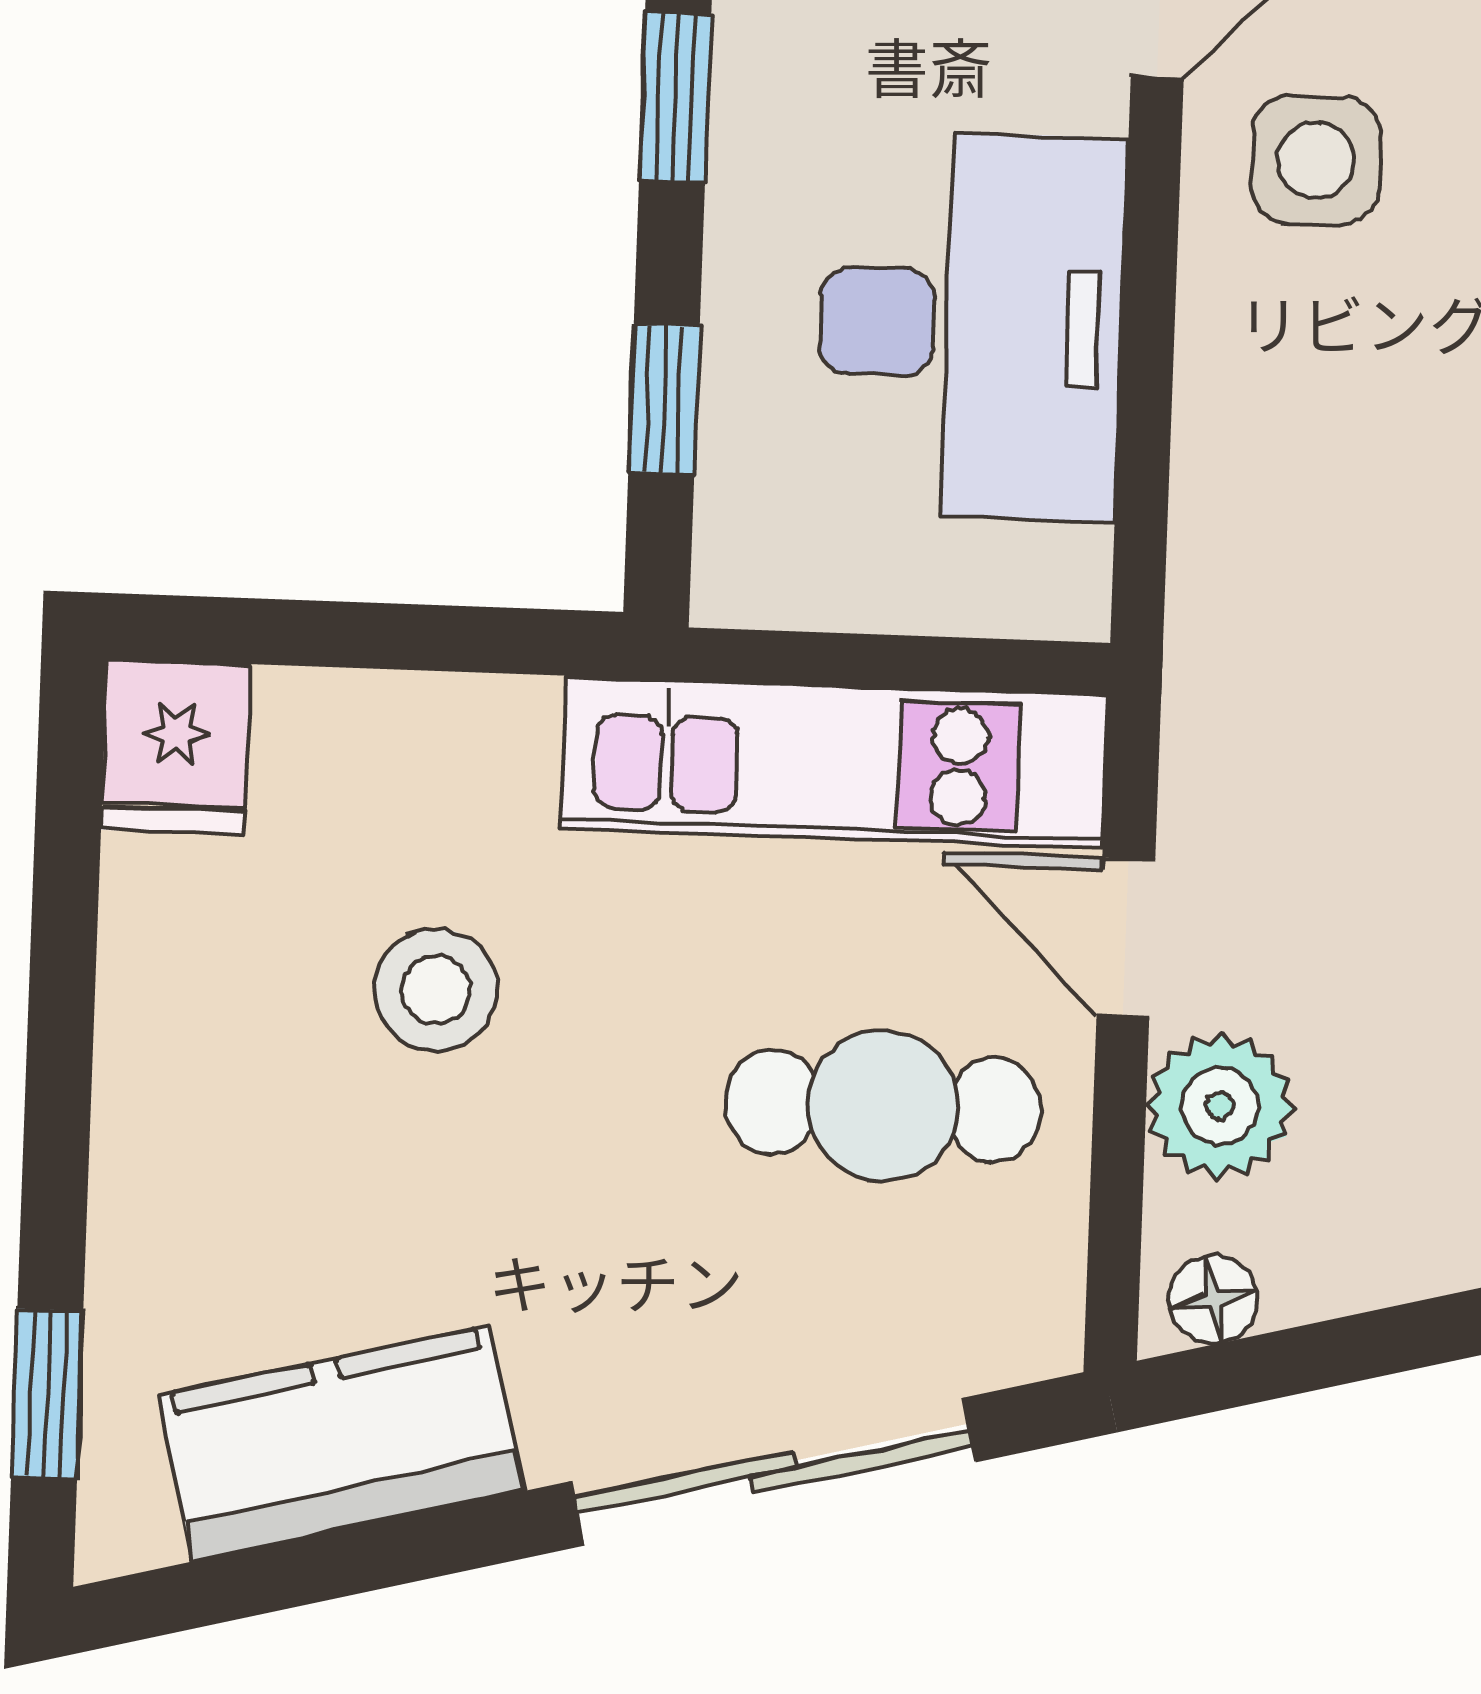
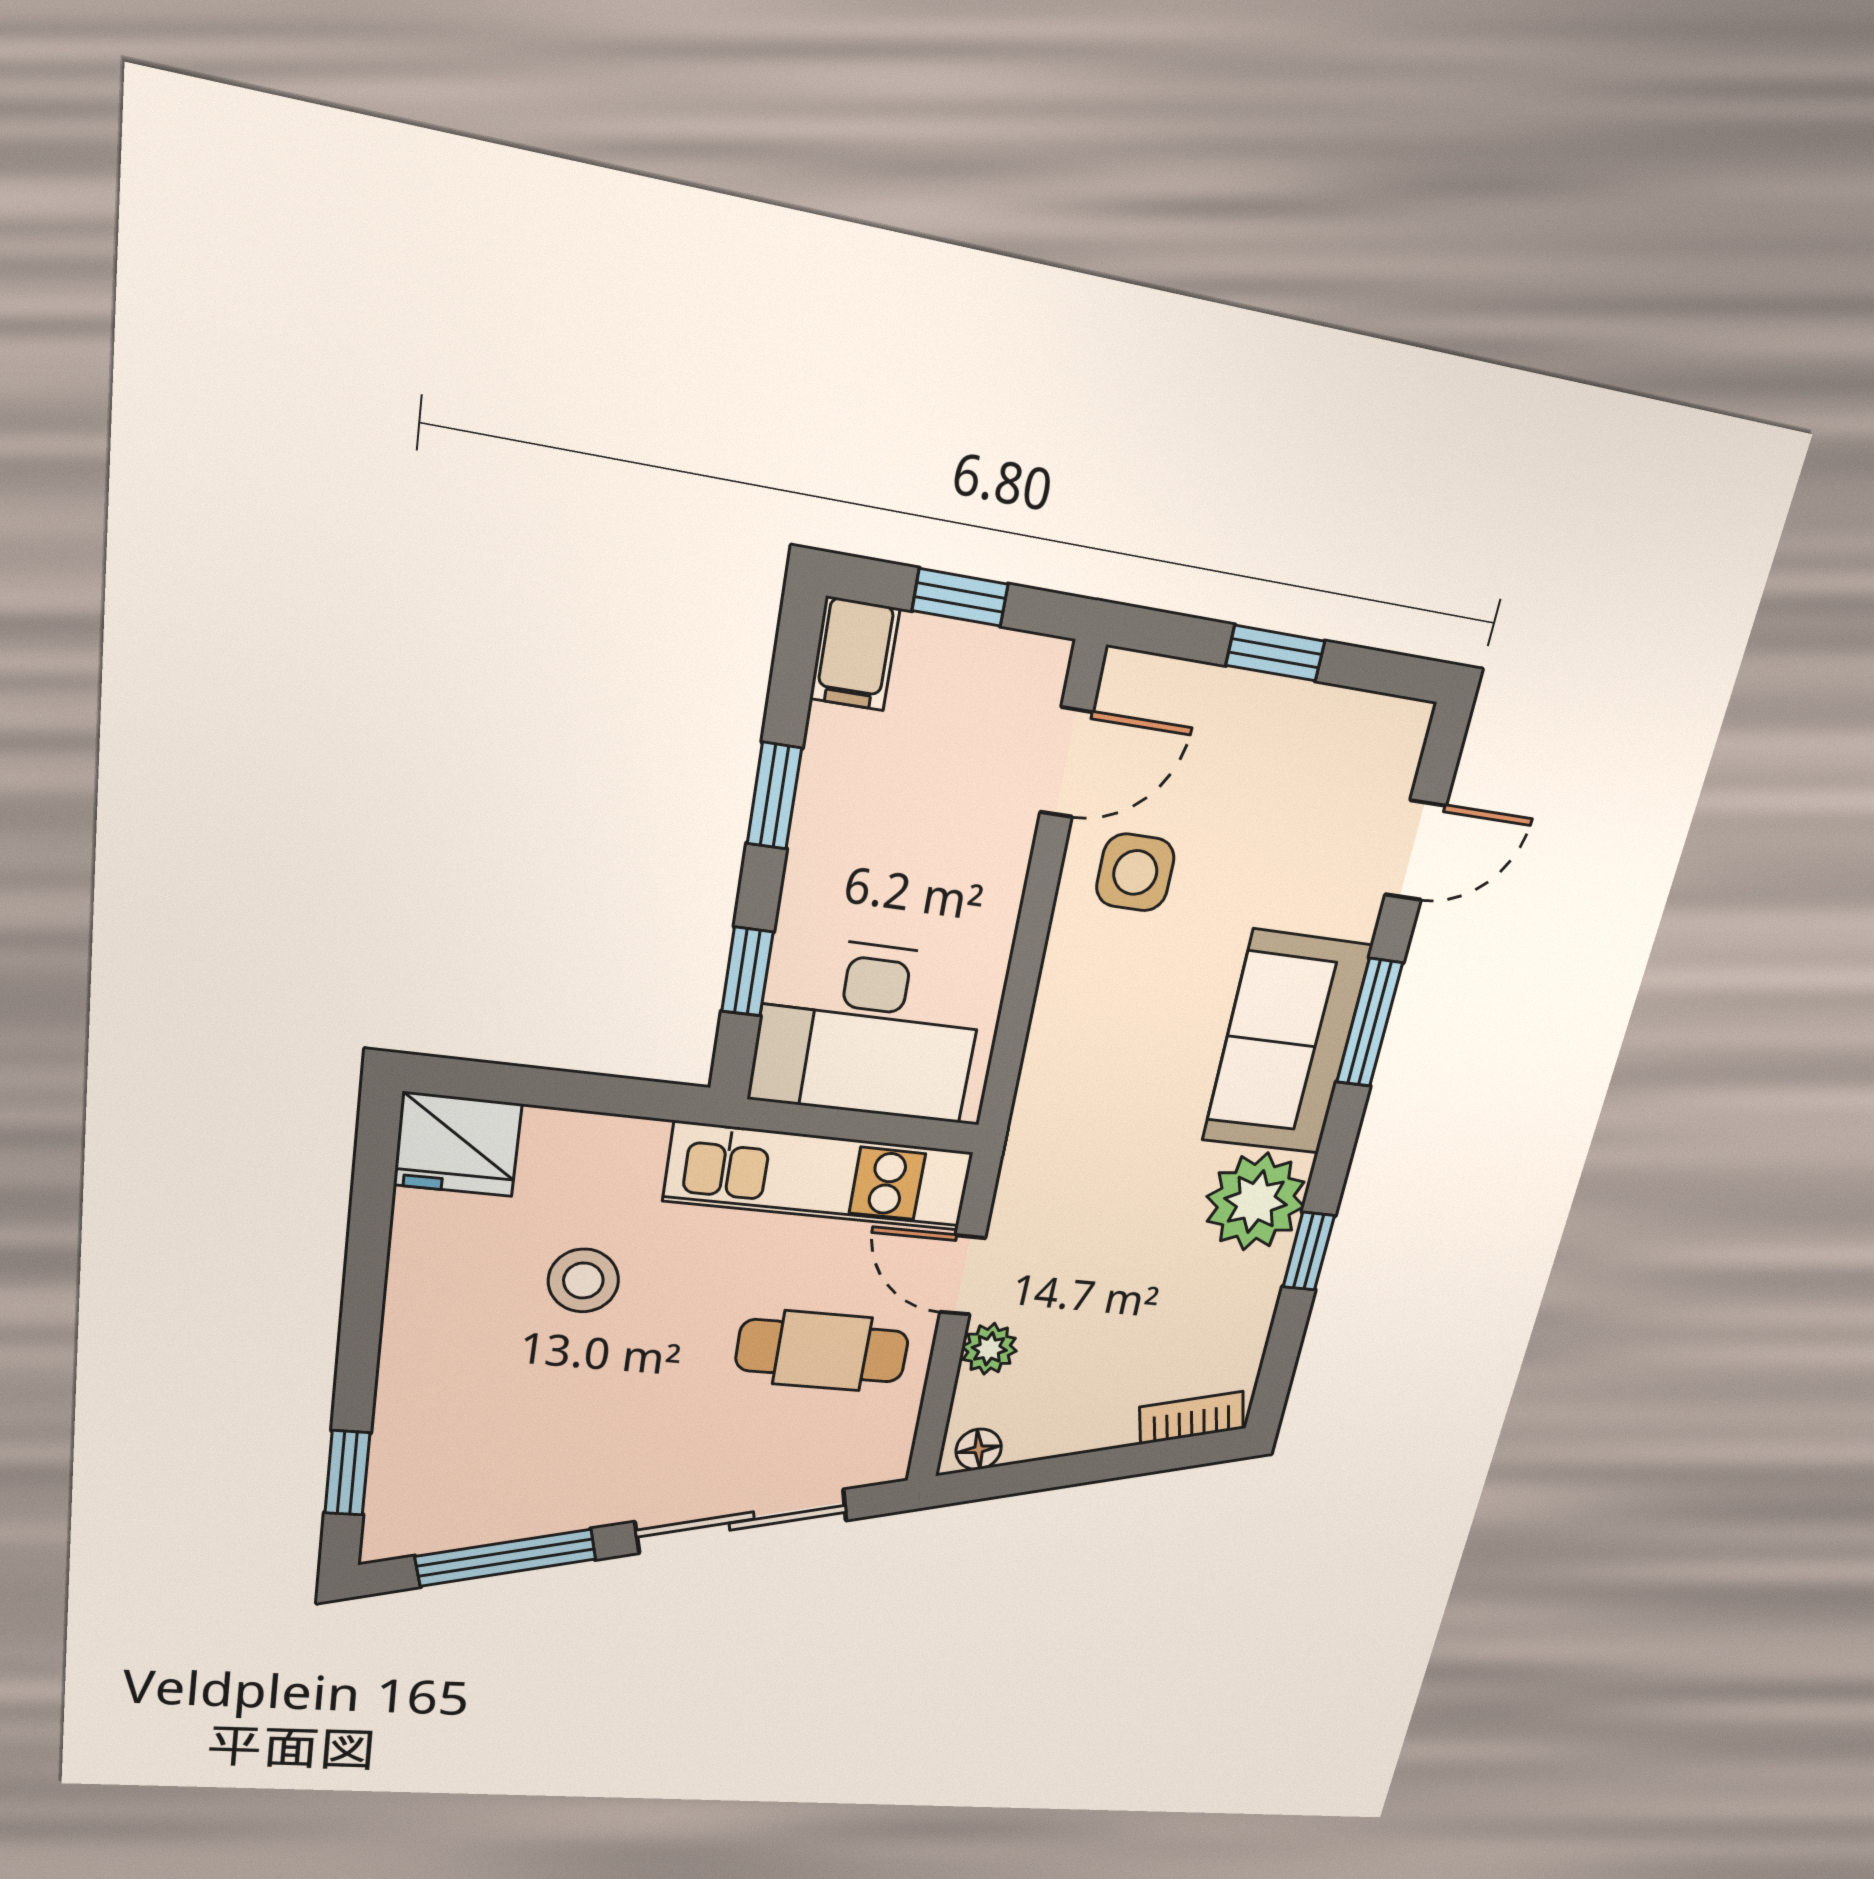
desk: (971, 325) -> (868, 1030), moved, turned 90
fridge: (176, 747) -> (458, 1144), width x1.38
plant: (1220, 1106) -> (989, 1349), width x0.73, depth x0.73
kitchen counter: (341, 1444) -> (511, 1502), removed
window: (339, 1564) -> (506, 1558), added

